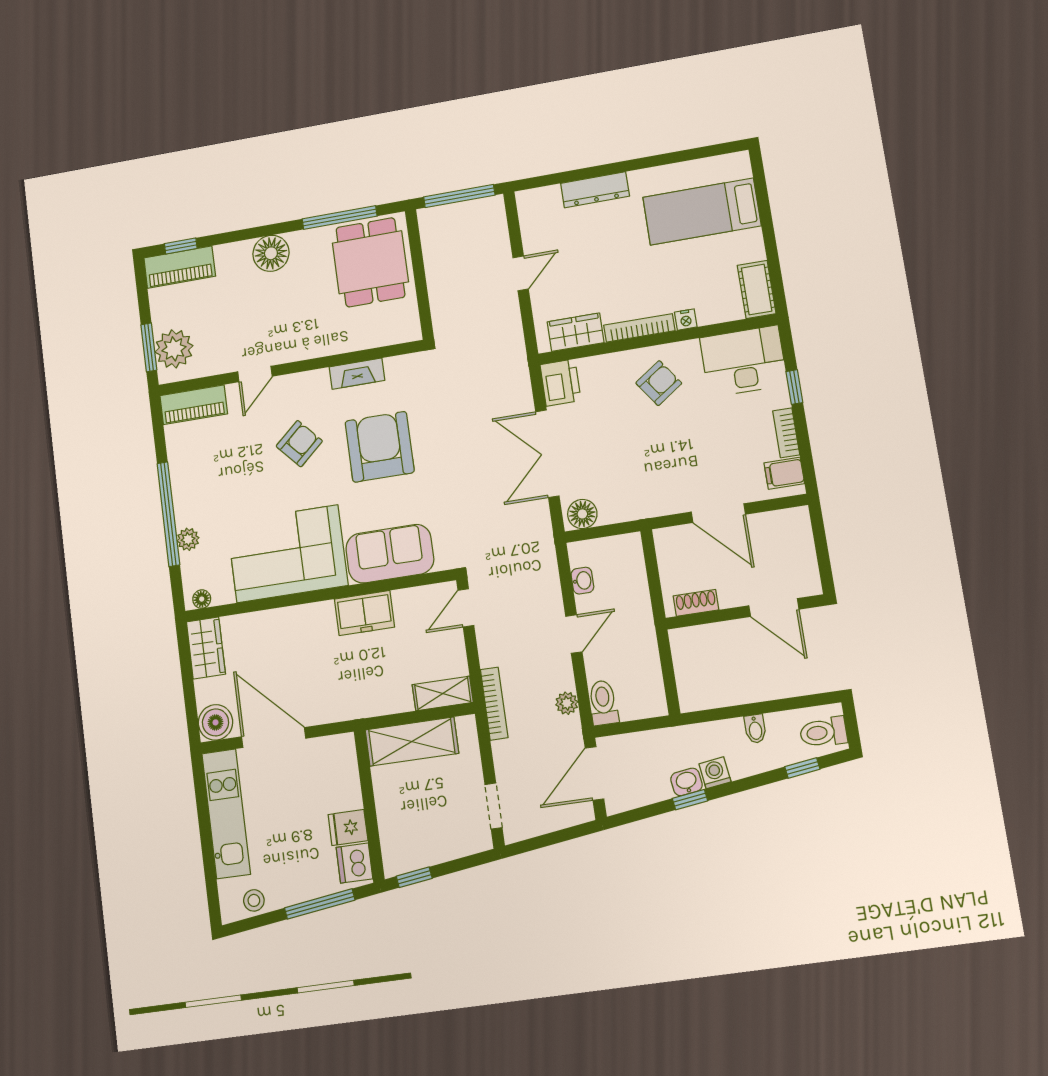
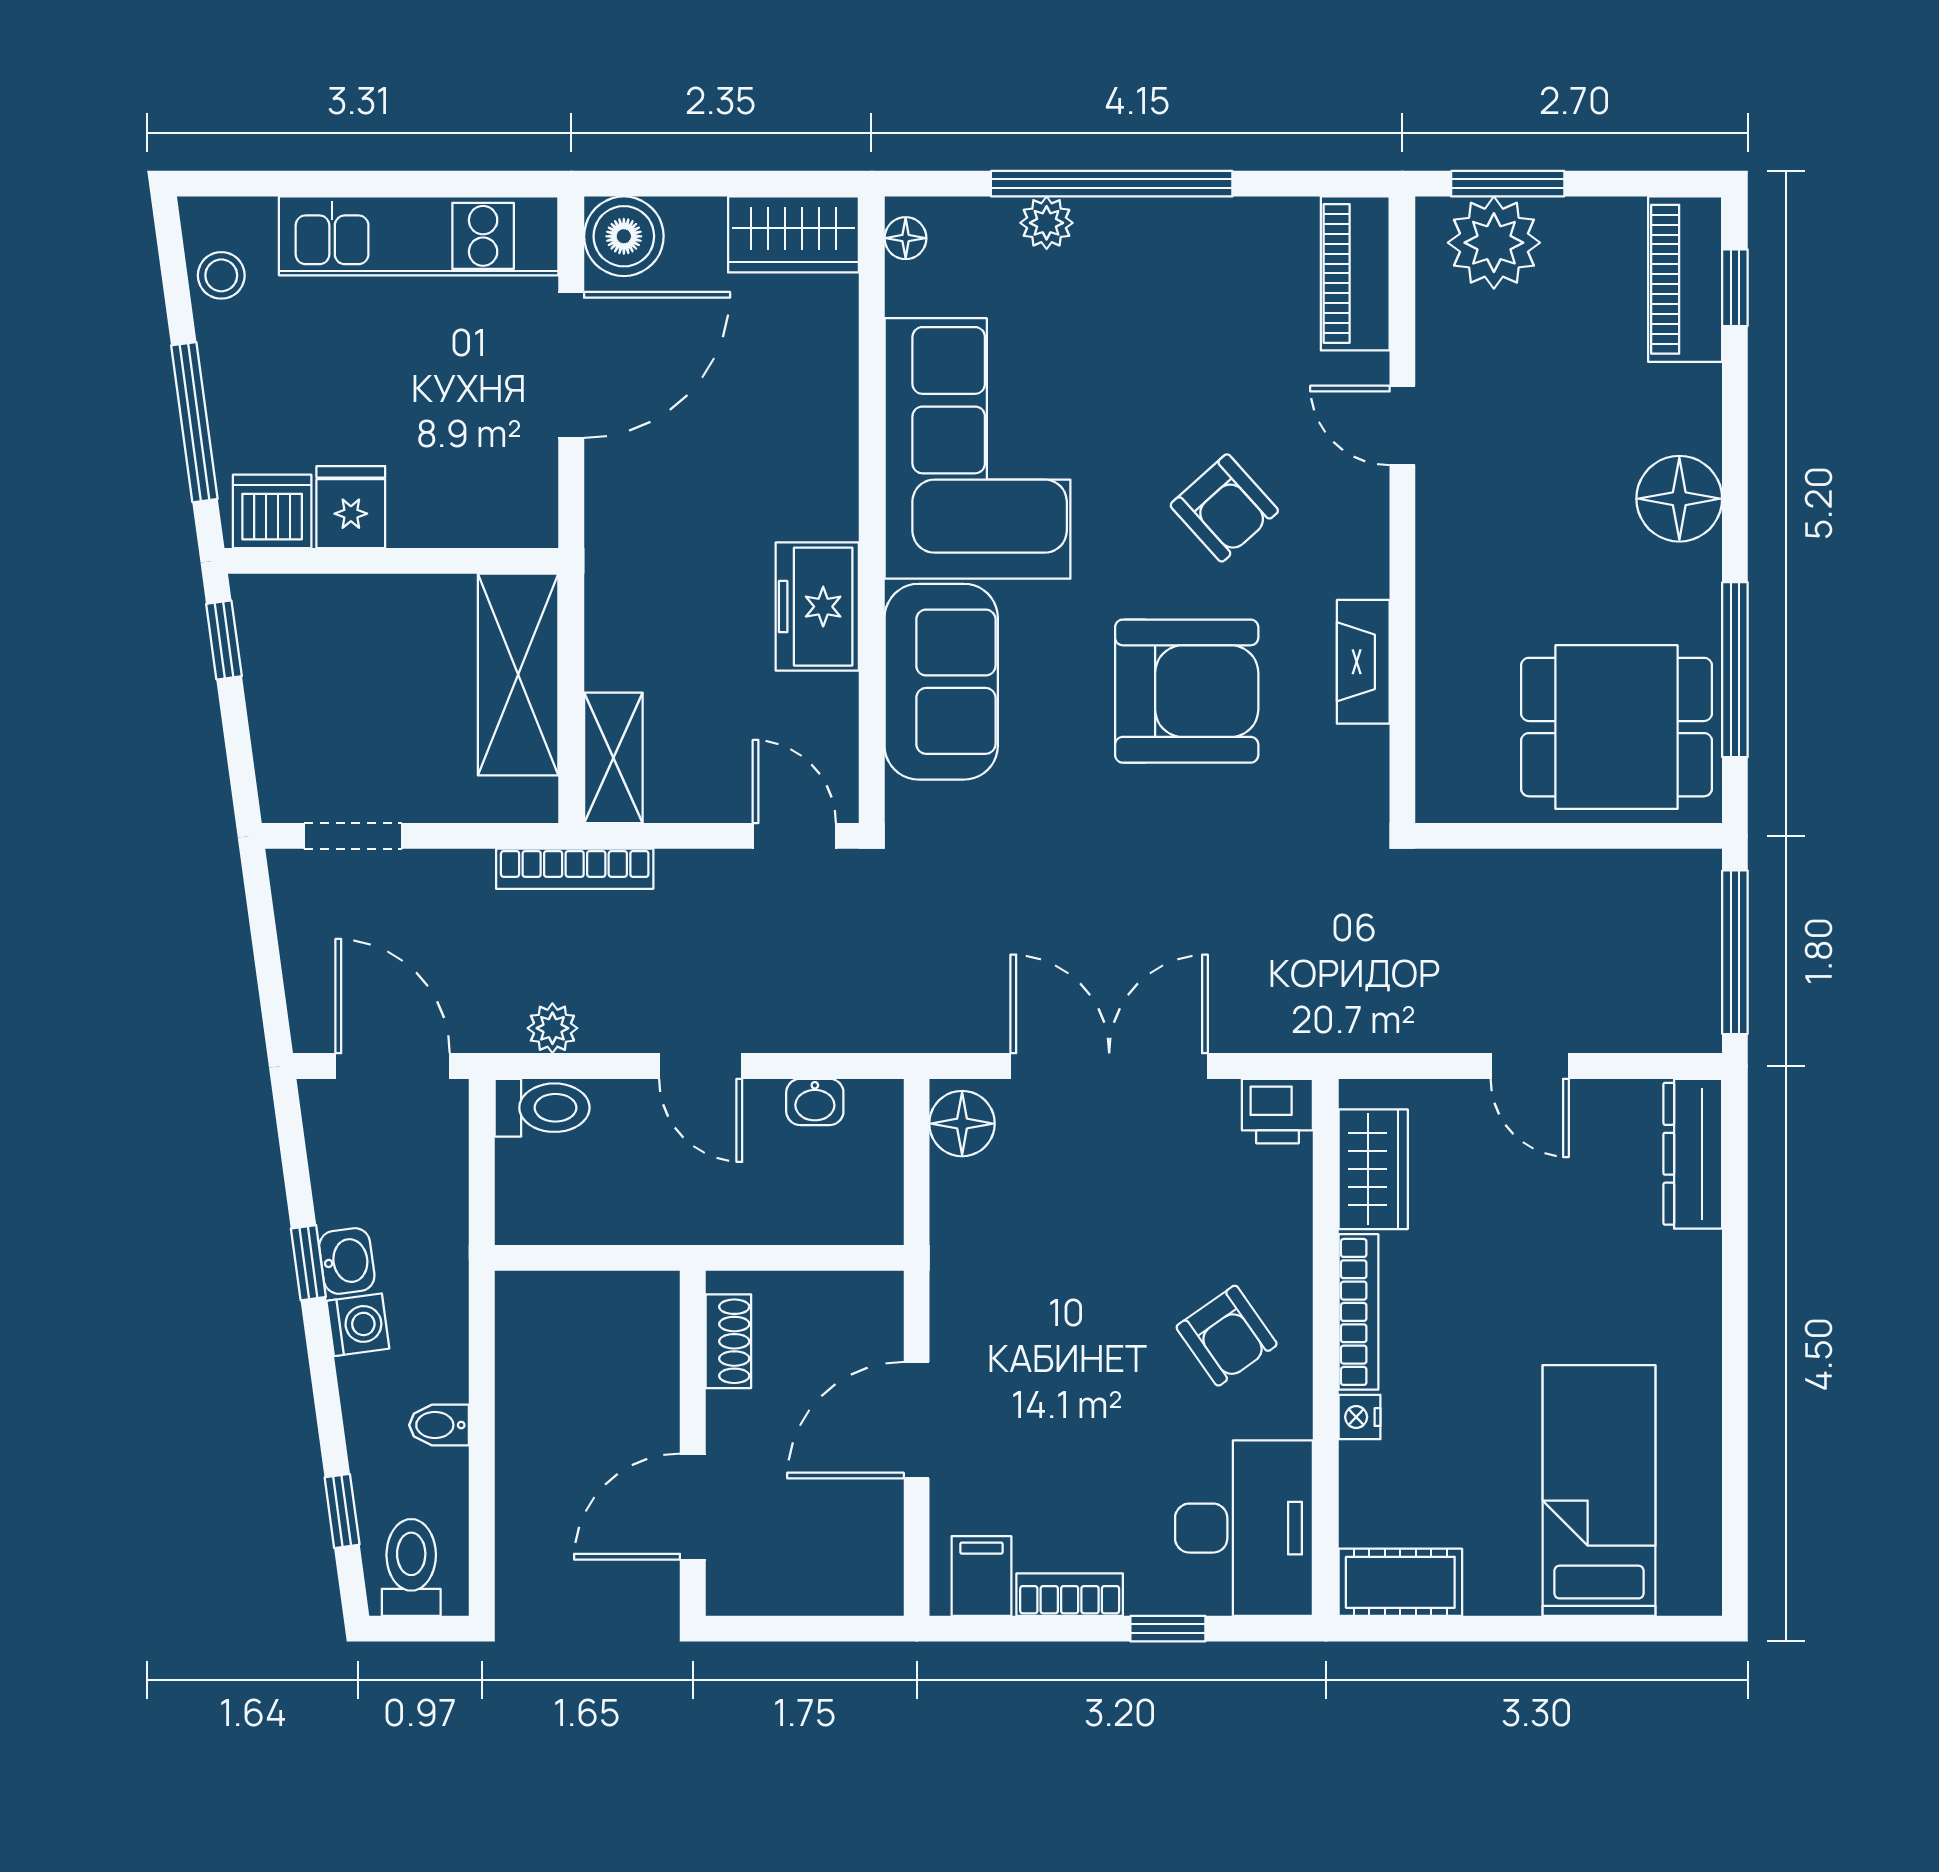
dresser: (595, 190) -> (1693, 1154), moved
printer: (560, 383) -> (1277, 1111), width x0.73, depth x0.81

